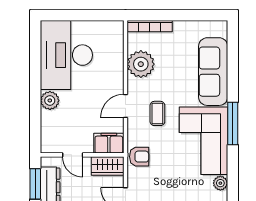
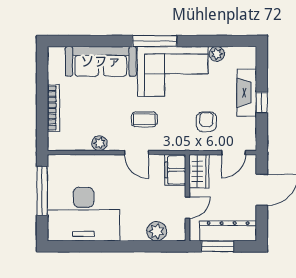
window: (89, 15) -> (42, 191), added
bookcase: (150, 26) -> (53, 108), moved
plant: (141, 64) -> (100, 143), width x0.53, depth x0.53
plant: (50, 100) -> (157, 231), moved
armchair: (139, 157) -> (206, 122), moved

